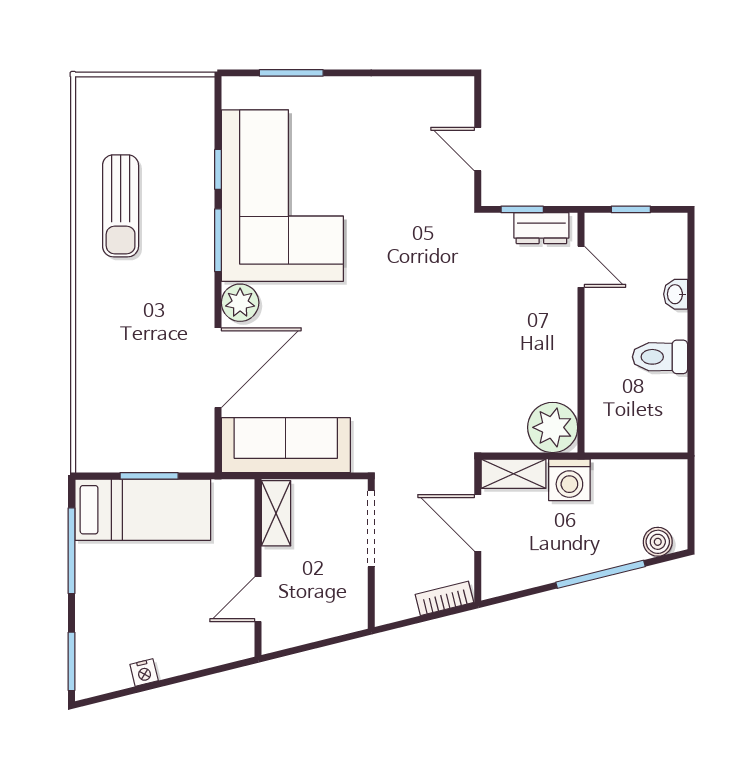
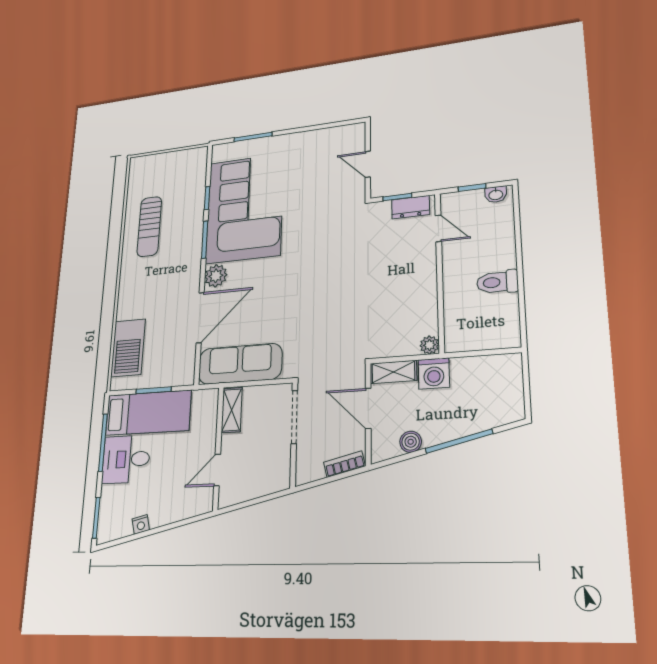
washbasin: (676, 294) -> (496, 194), moved, turned -90
barbecue: (100, 406) -> (128, 348), added
plant: (553, 427) -> (429, 345), width x0.53, depth x0.53
boiler: (658, 542) -> (411, 442), moved
desk: (112, 578) -> (126, 459), added

